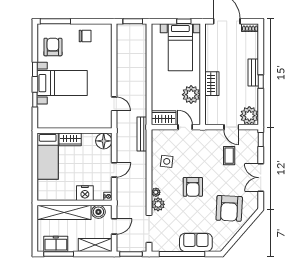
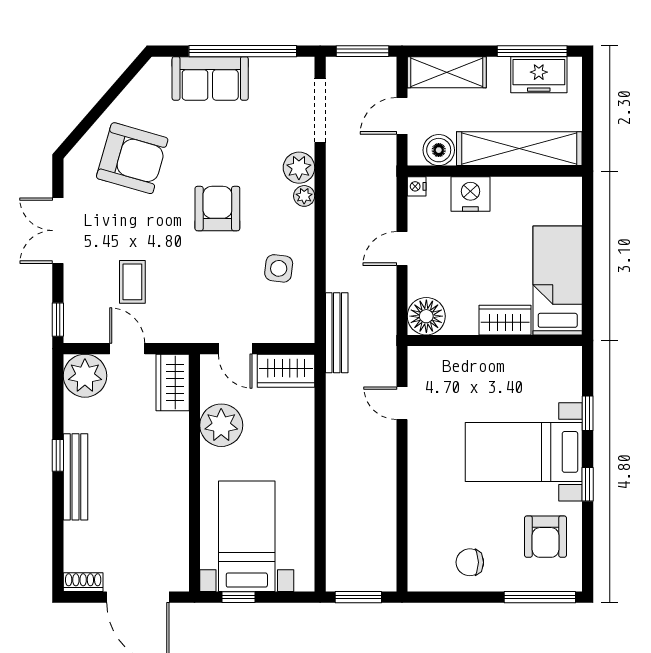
bench: (253, 72) -> (76, 477), width x1.36
wardrobe: (212, 84) -> (173, 382), moved
double door: (261, 178) -> (58, 231), swing flipped
armchair: (229, 208) -> (132, 158), turned 103

